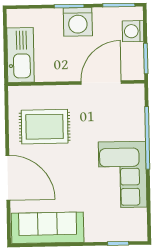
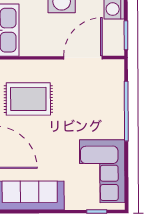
corner sofa: (123, 175) -> (102, 171), moved

